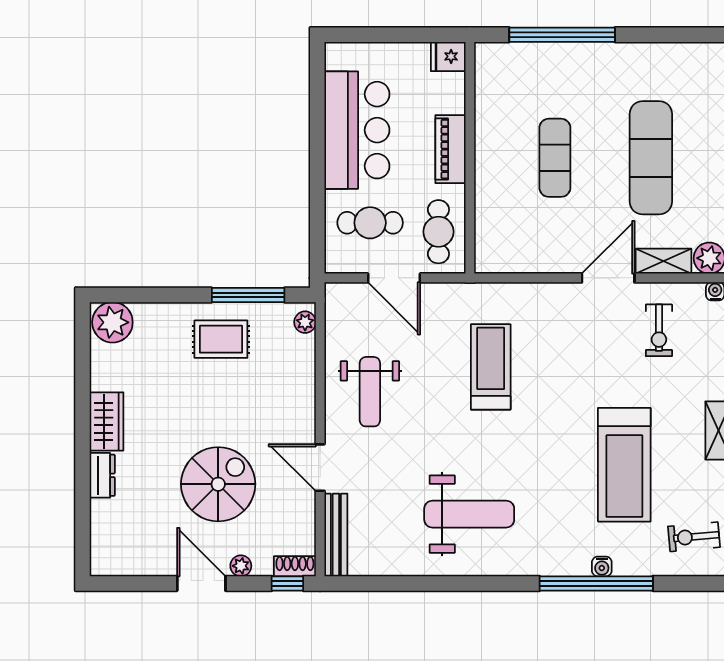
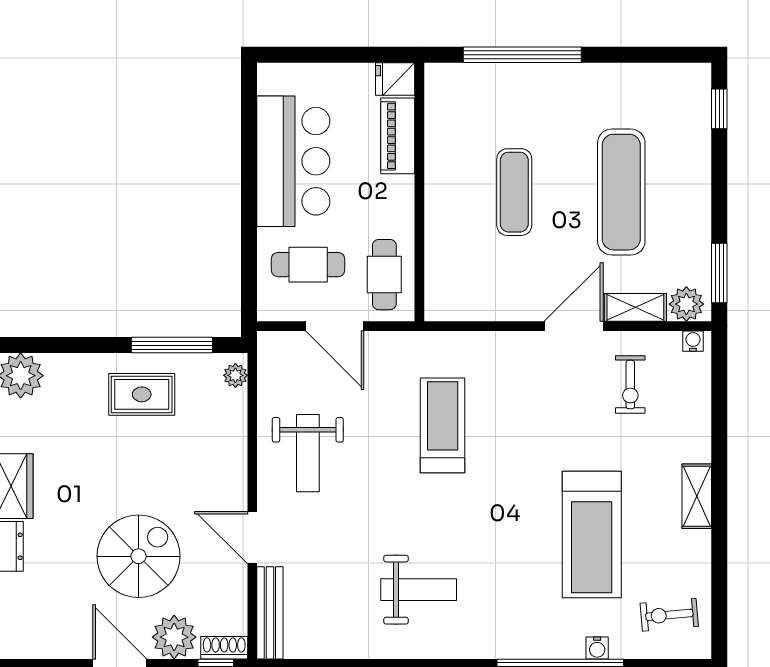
piano: (451, 149) -> (398, 136), moved
weight bench: (469, 514) -> (419, 590), width x0.73, depth x0.75
plant: (241, 566) -> (174, 637), width x1.87, depth x1.87
water cooler: (602, 566) -> (597, 648), moved

